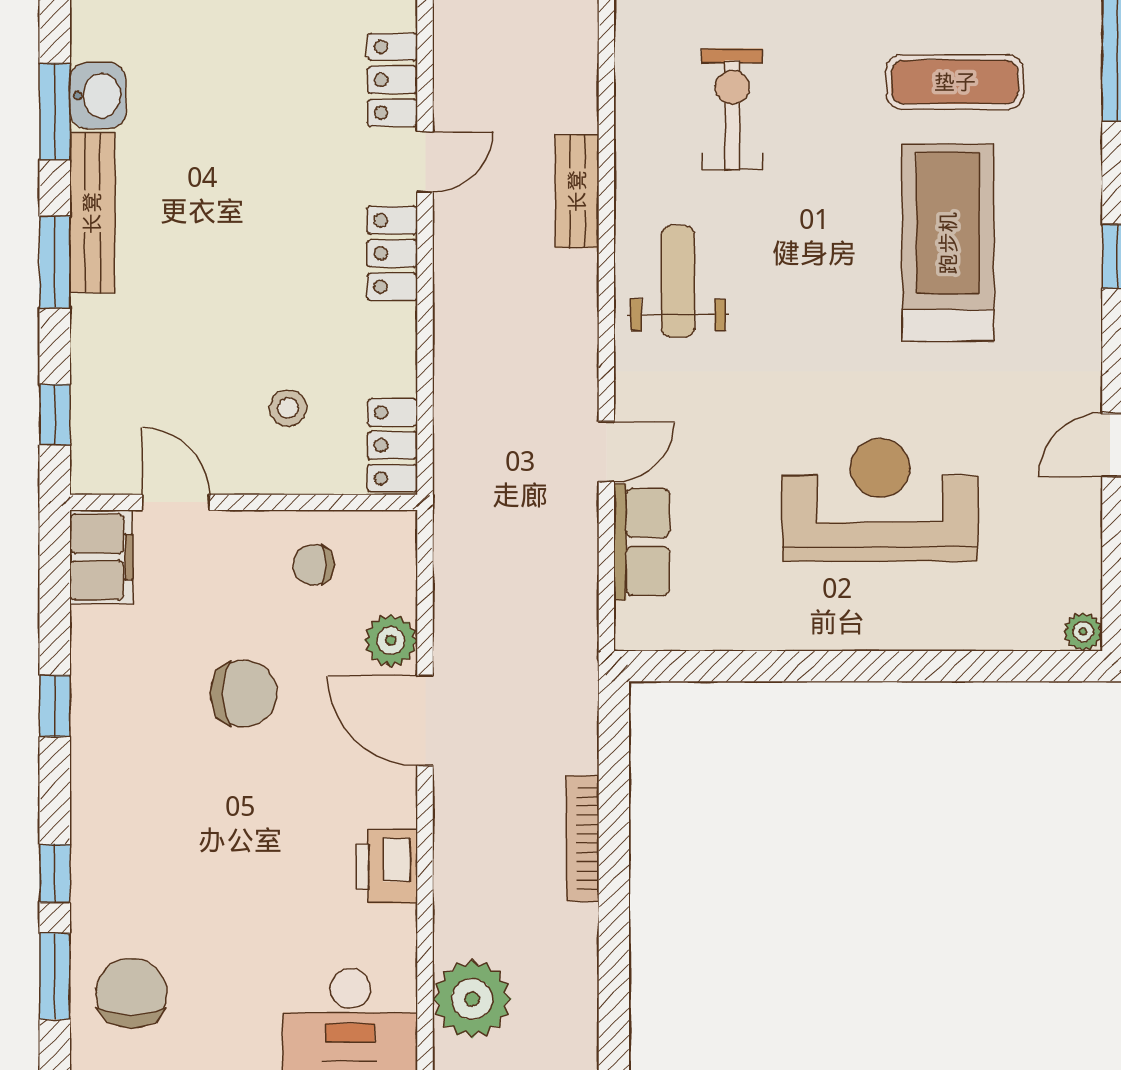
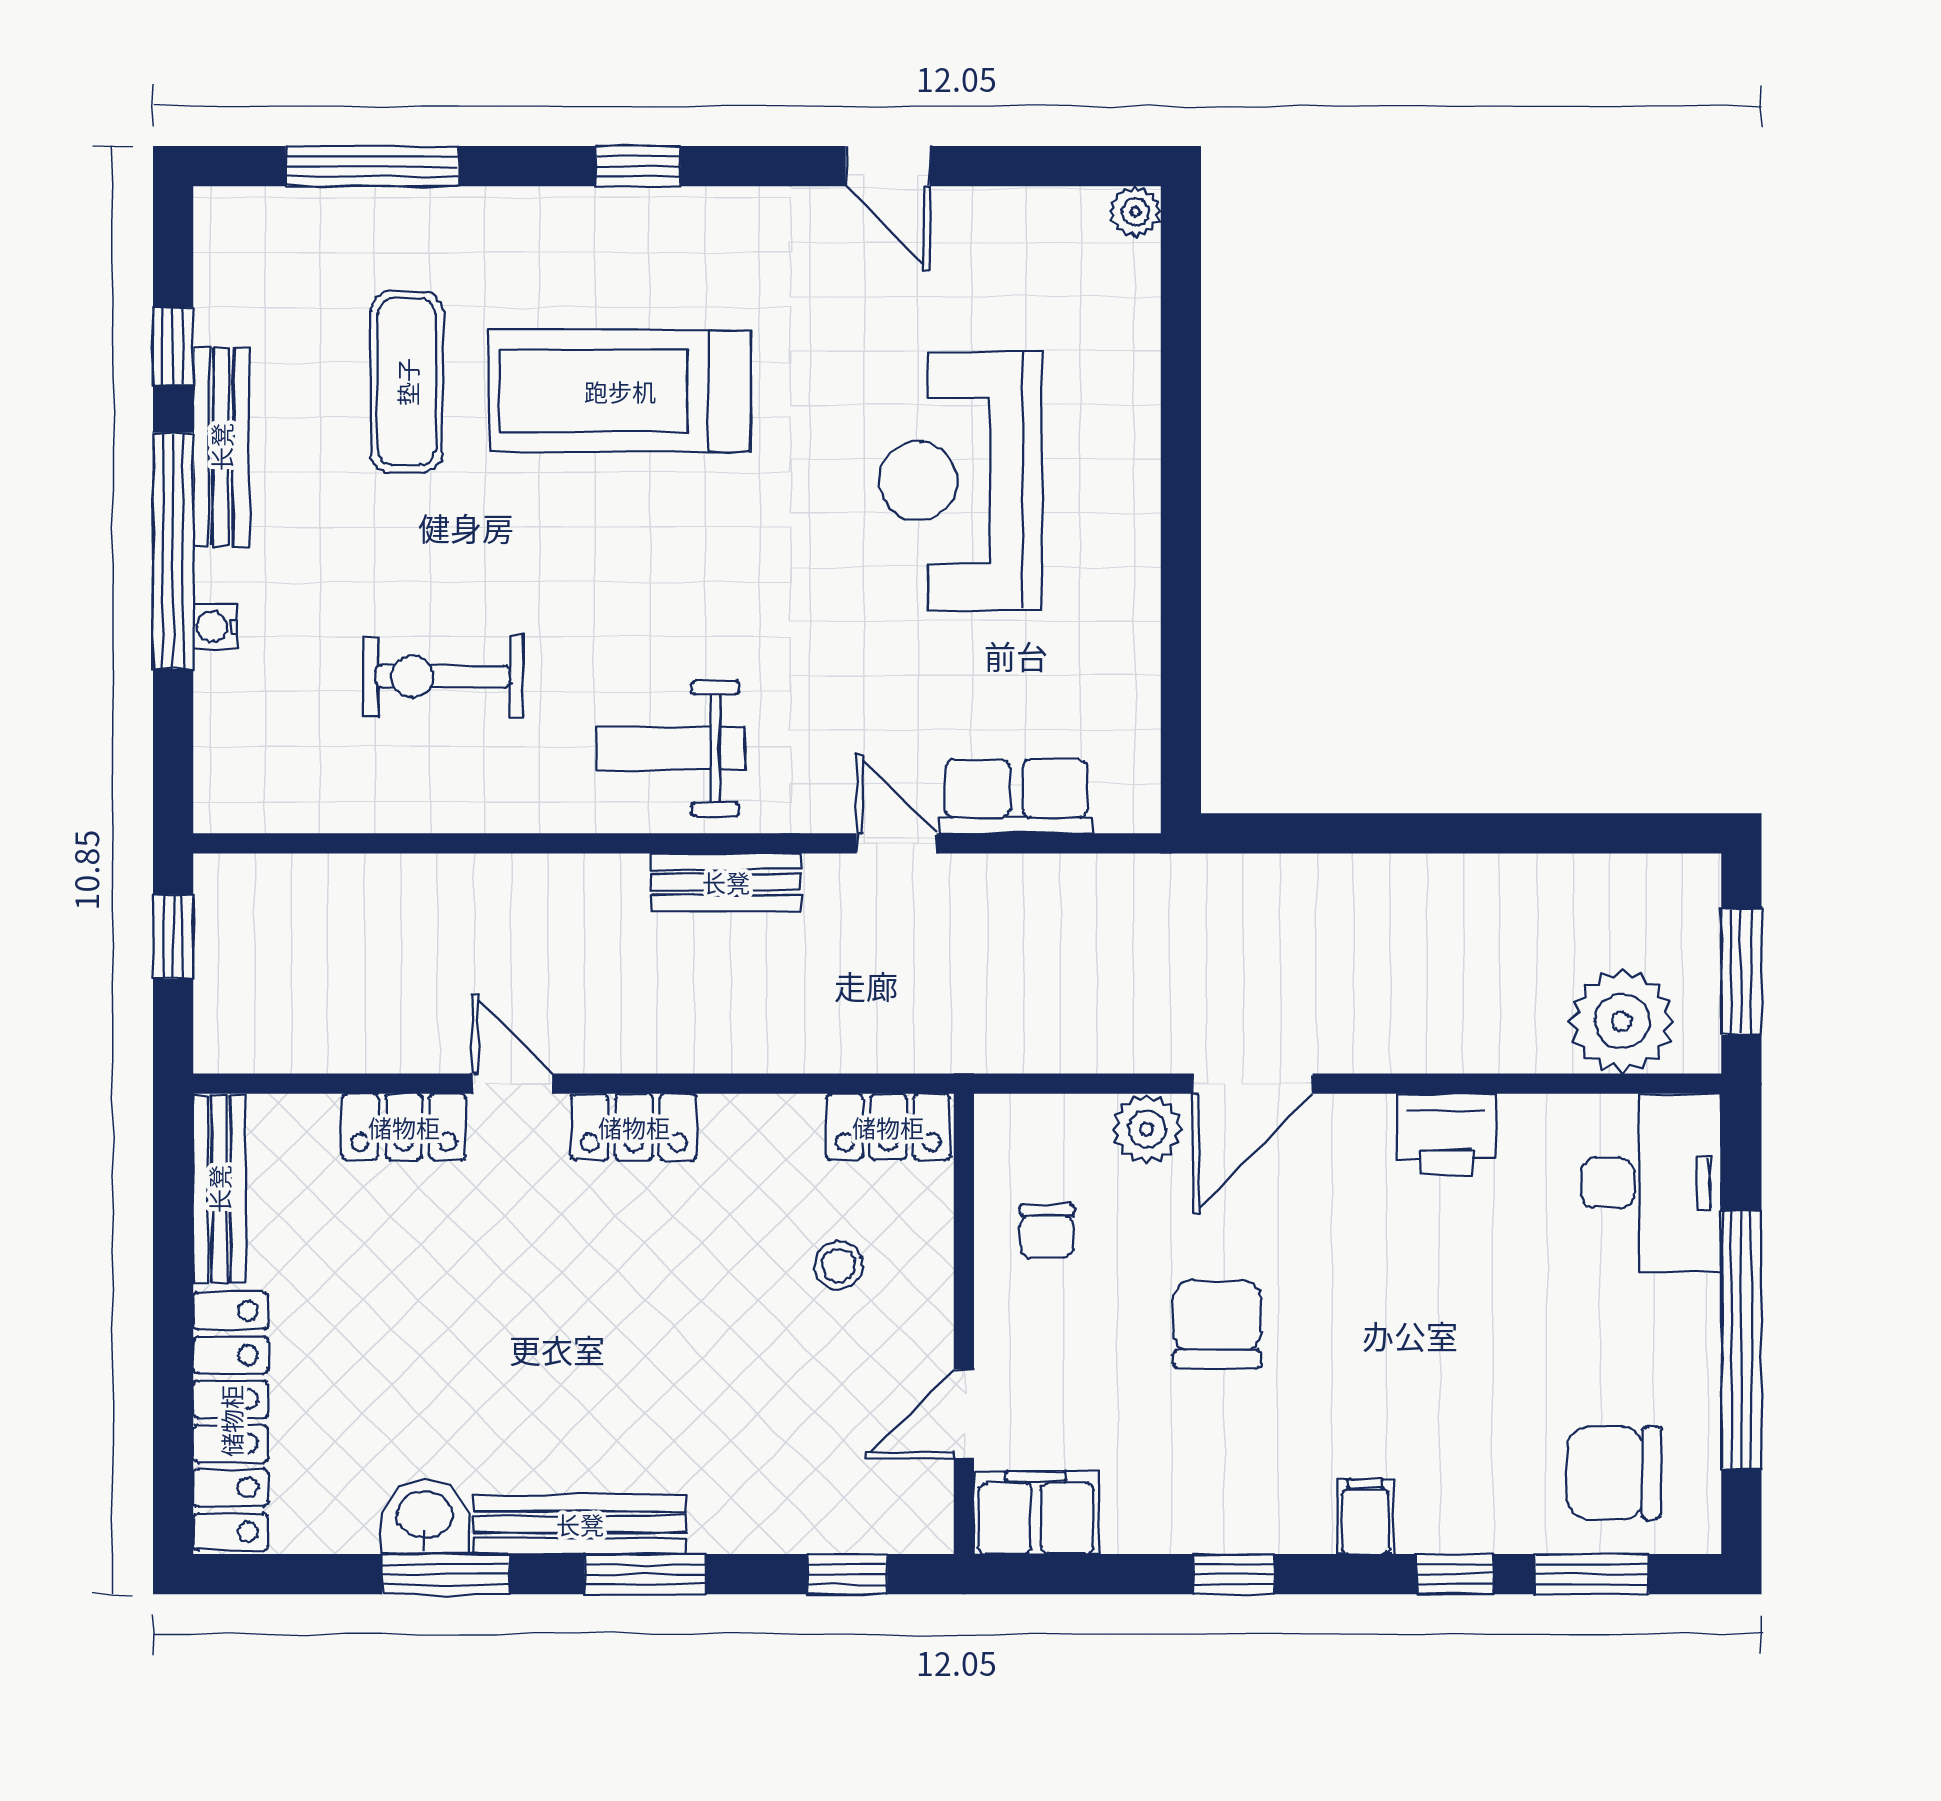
bench: (577, 191) -> (726, 882), moved
filing cabinet: (98, 806) -> (1366, 1517), added
bookcase: (583, 839) -> (1409, 875), removed

